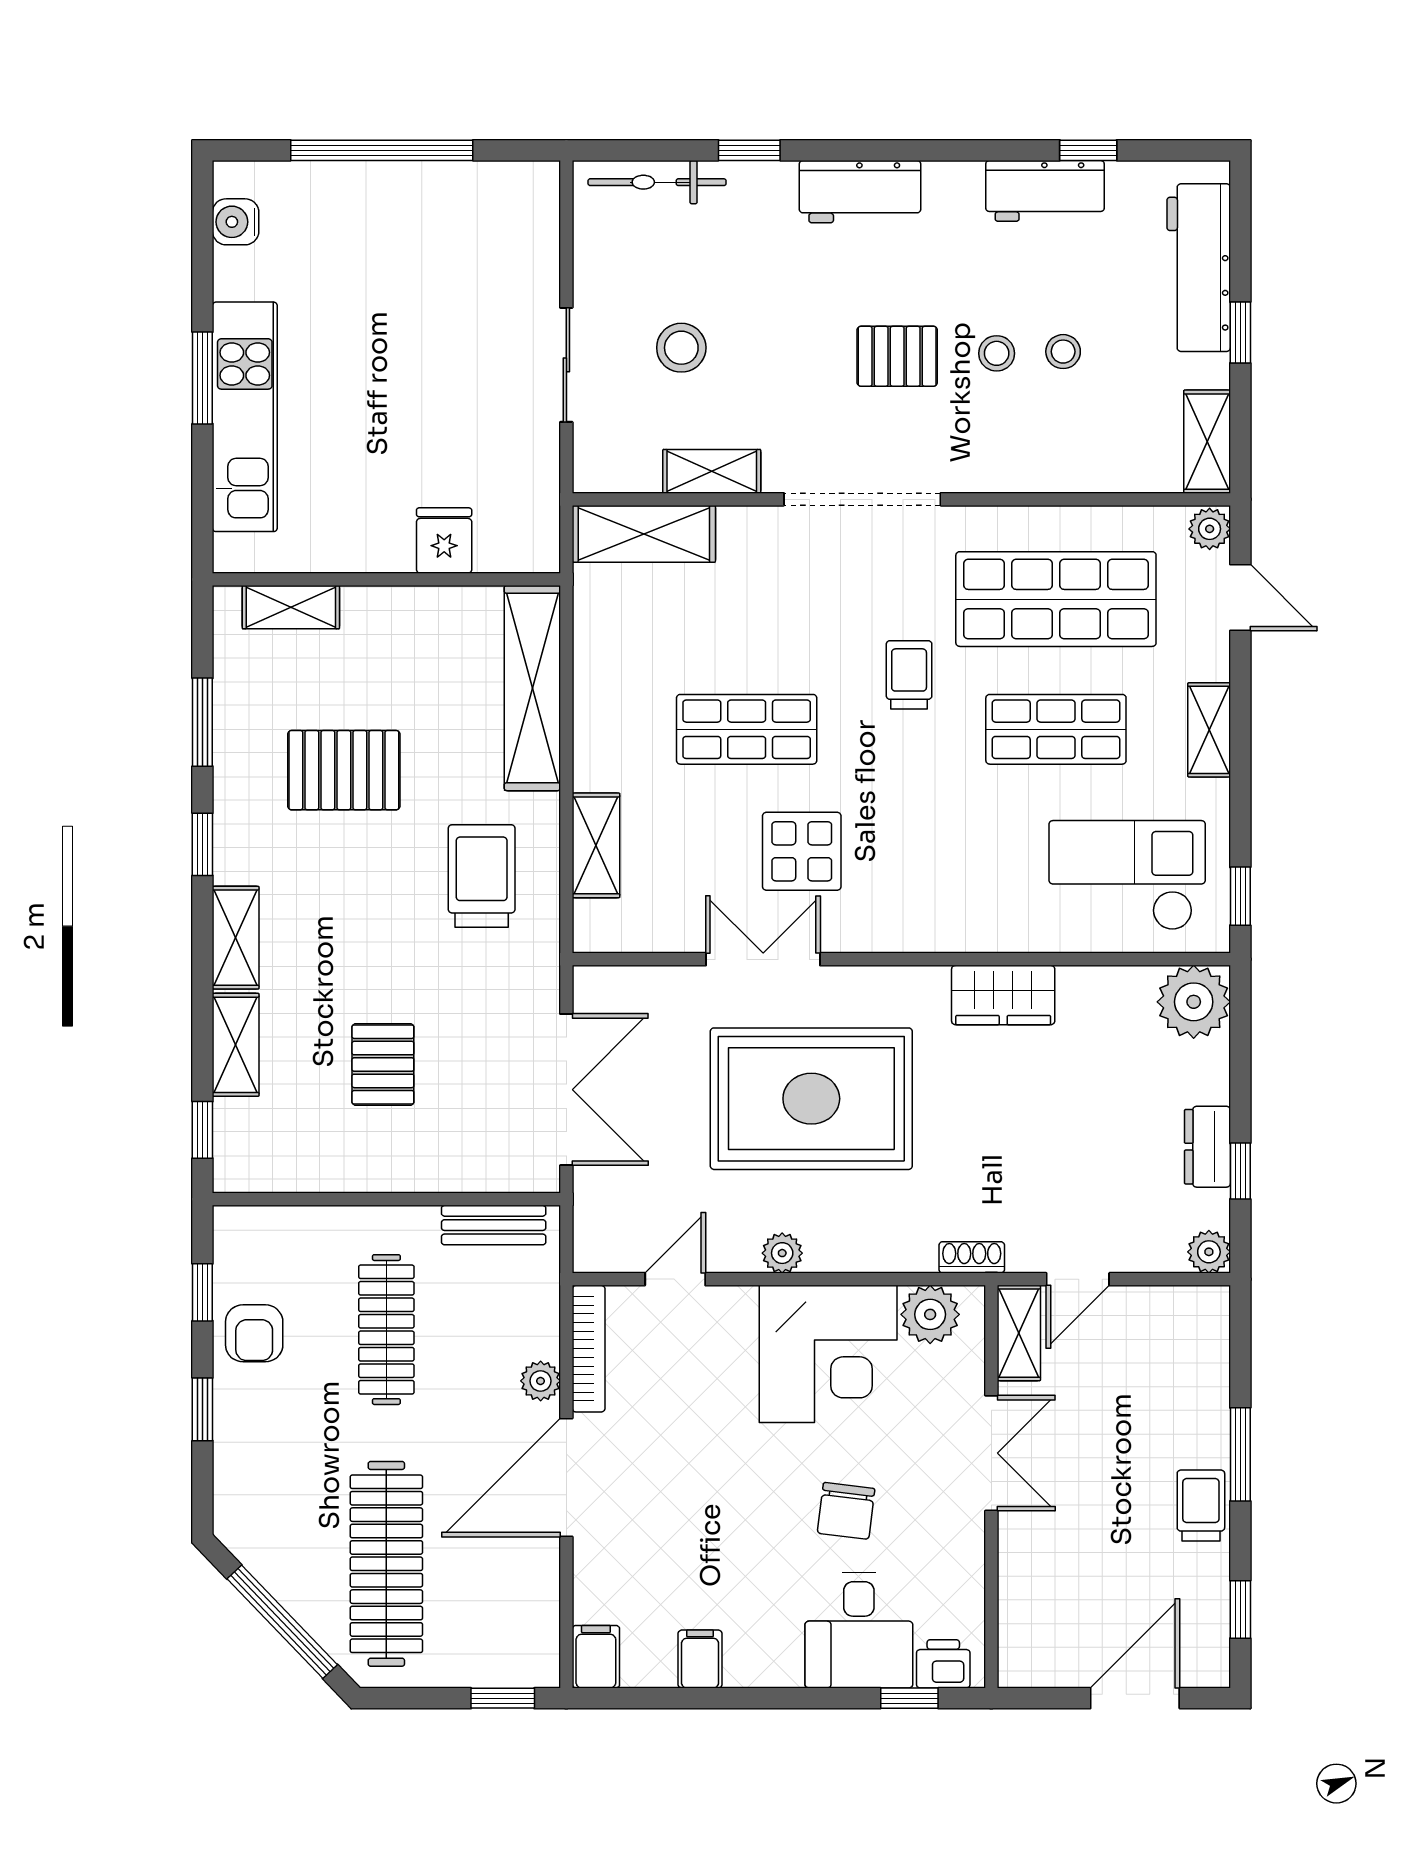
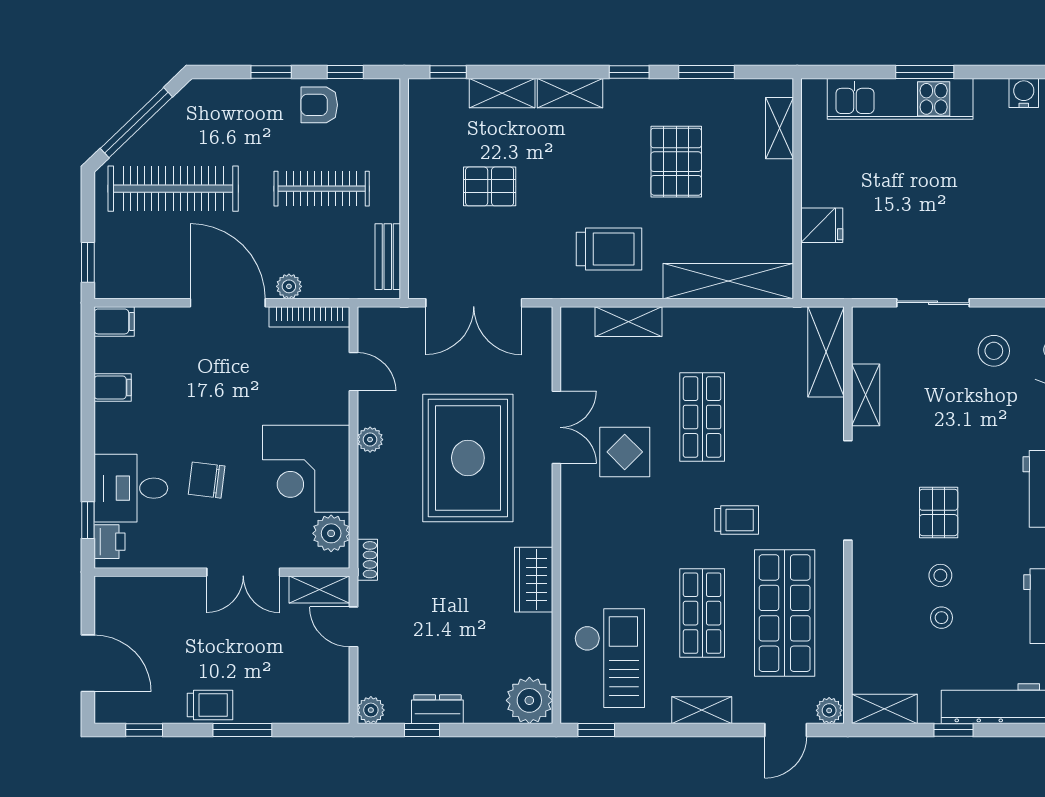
stool: (681, 348) -> (994, 351), moved

